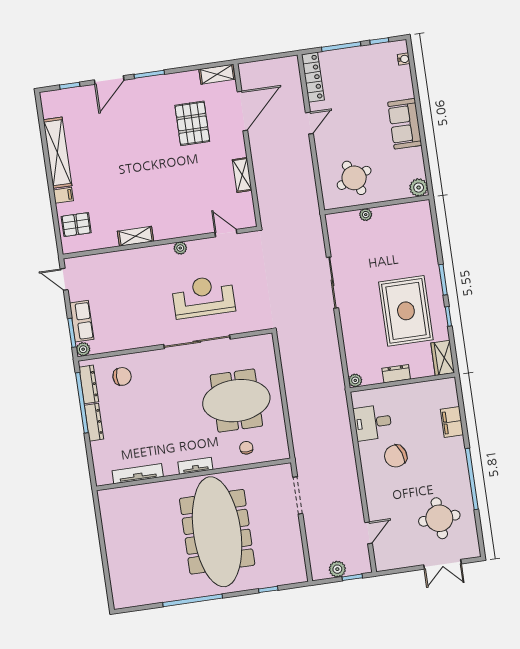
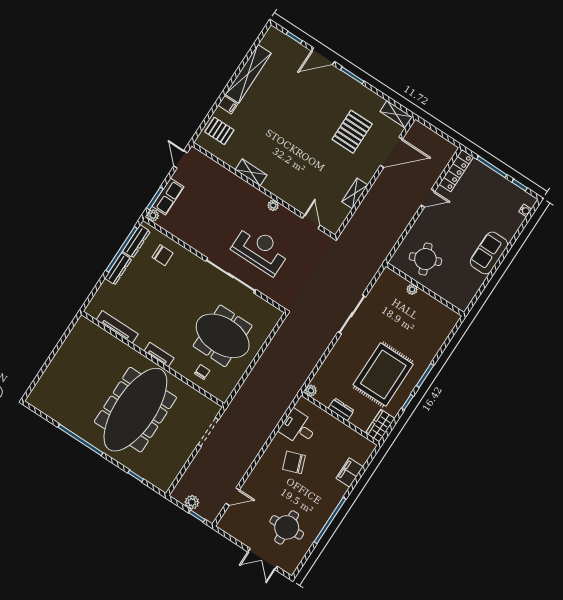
plant: (419, 188) -> (462, 302), removed

